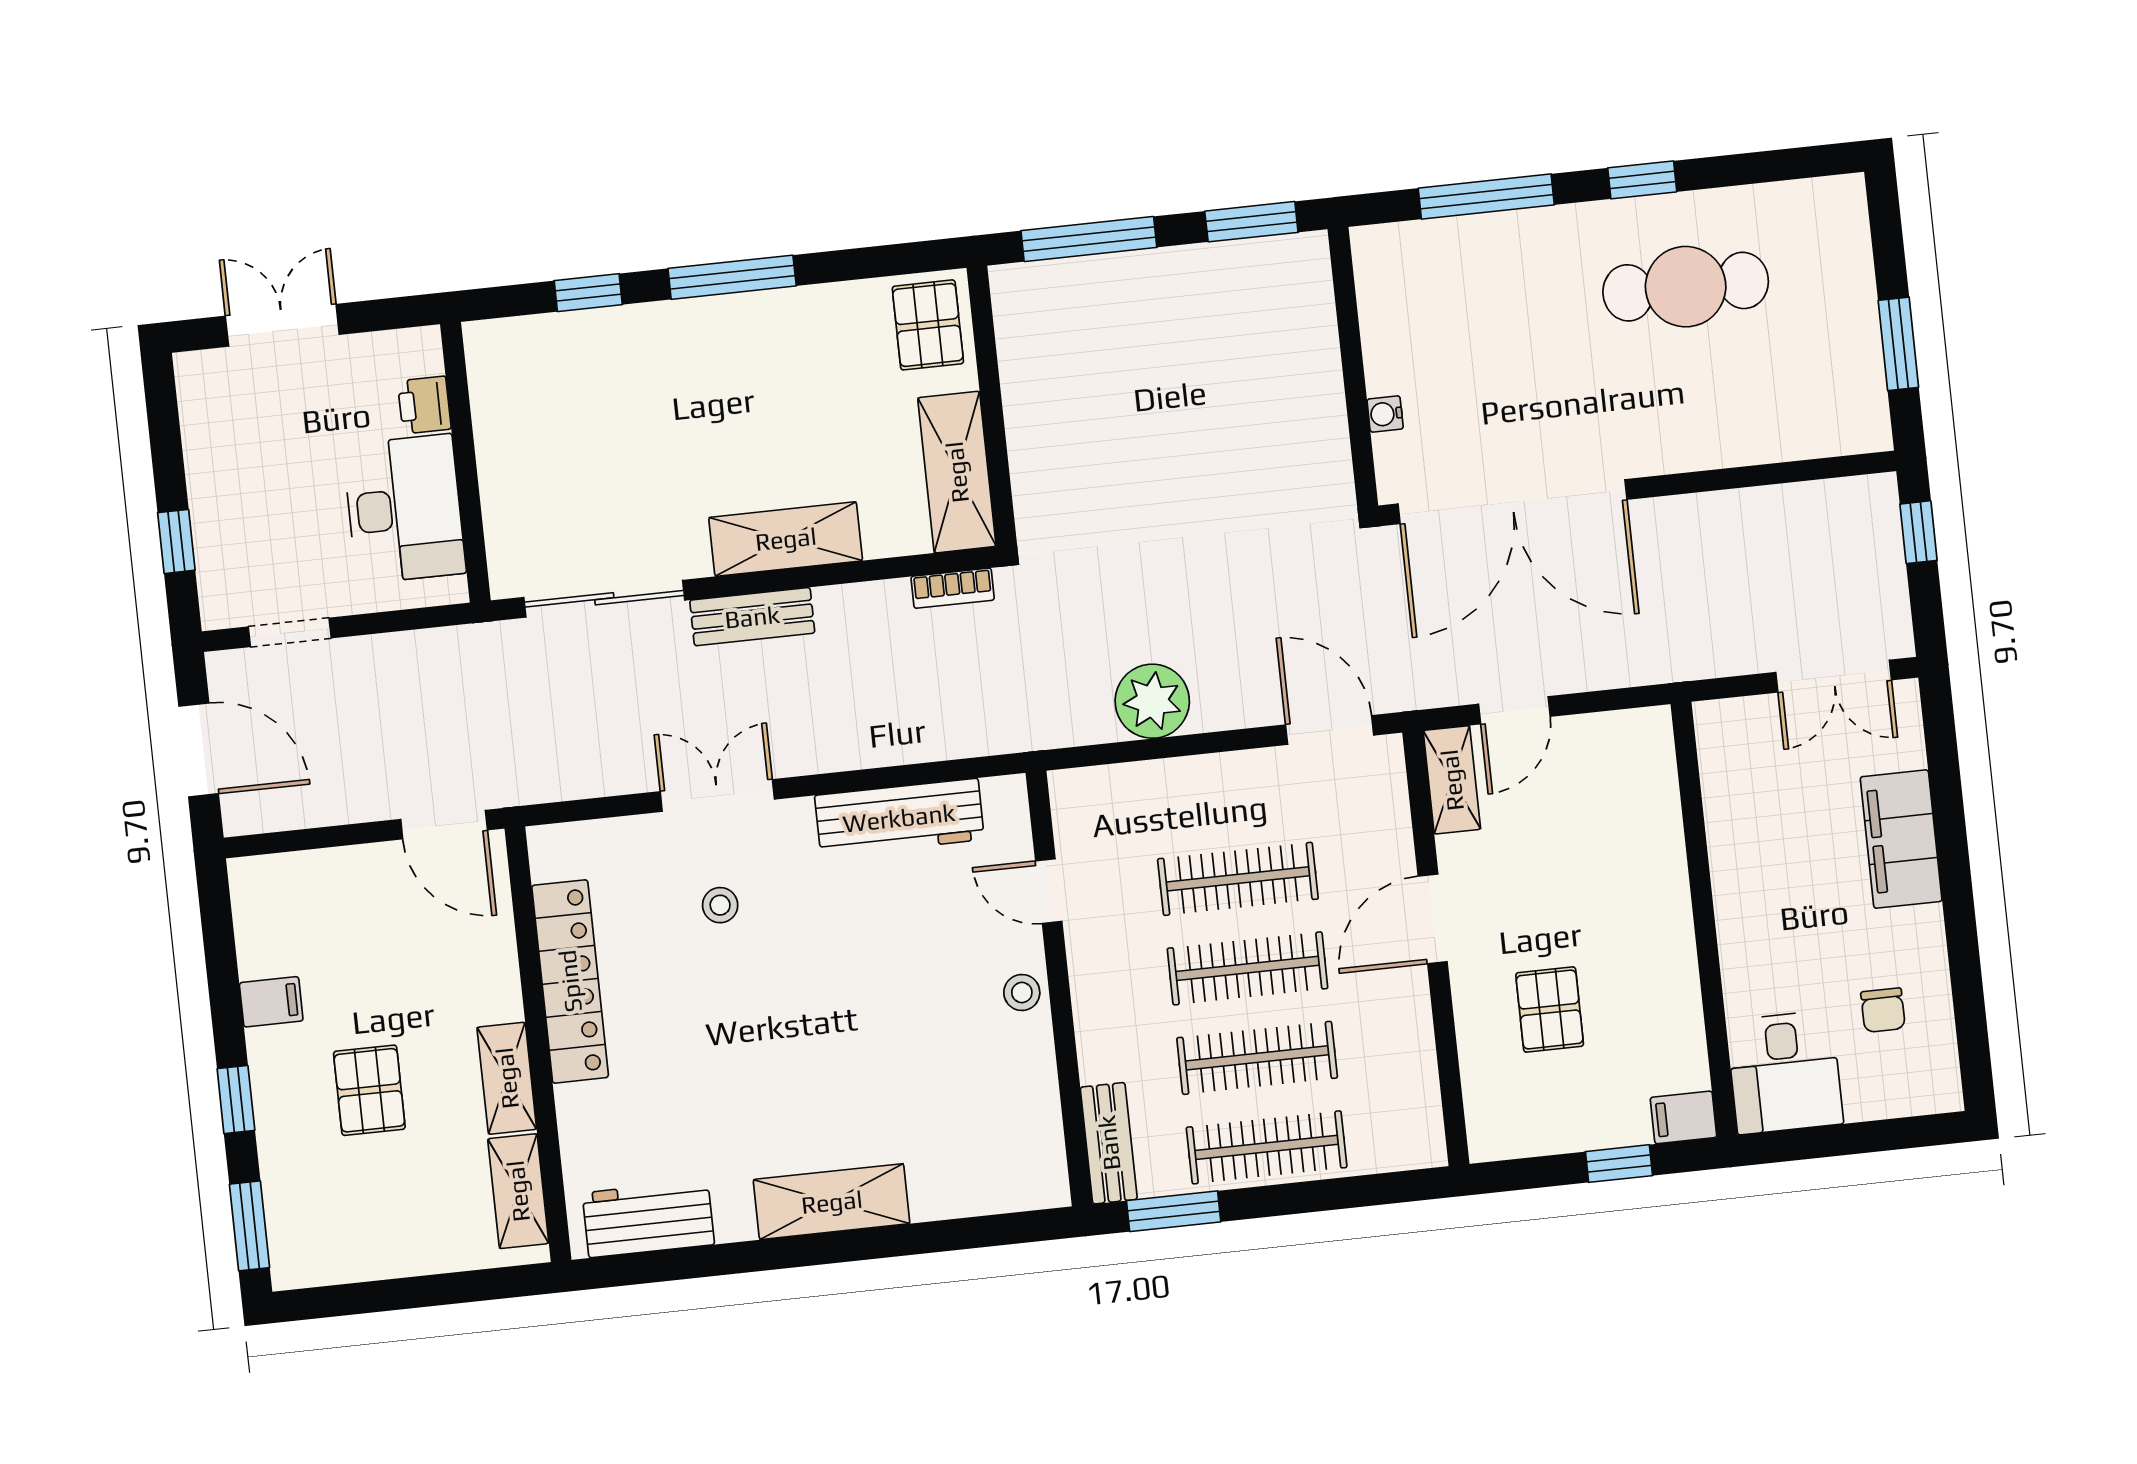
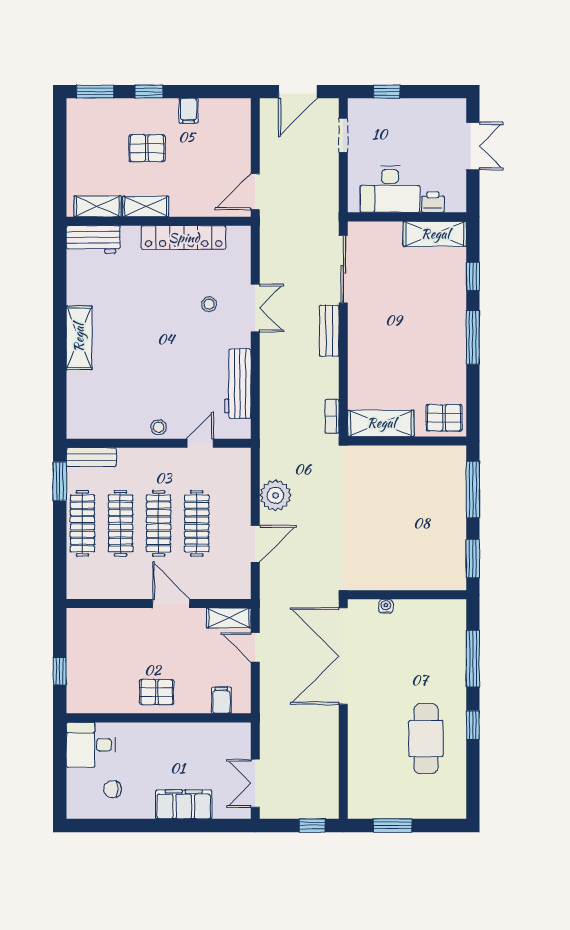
shelving: (786, 539) -> (435, 234), moved, turned 90
door: (1330, 730) -> (255, 544), moved
pallet: (1550, 1010) -> (157, 692), moved
filing cabinet: (1684, 1117) -> (221, 700), moved
workbench: (648, 1219) -> (93, 239), moved, turned 90

